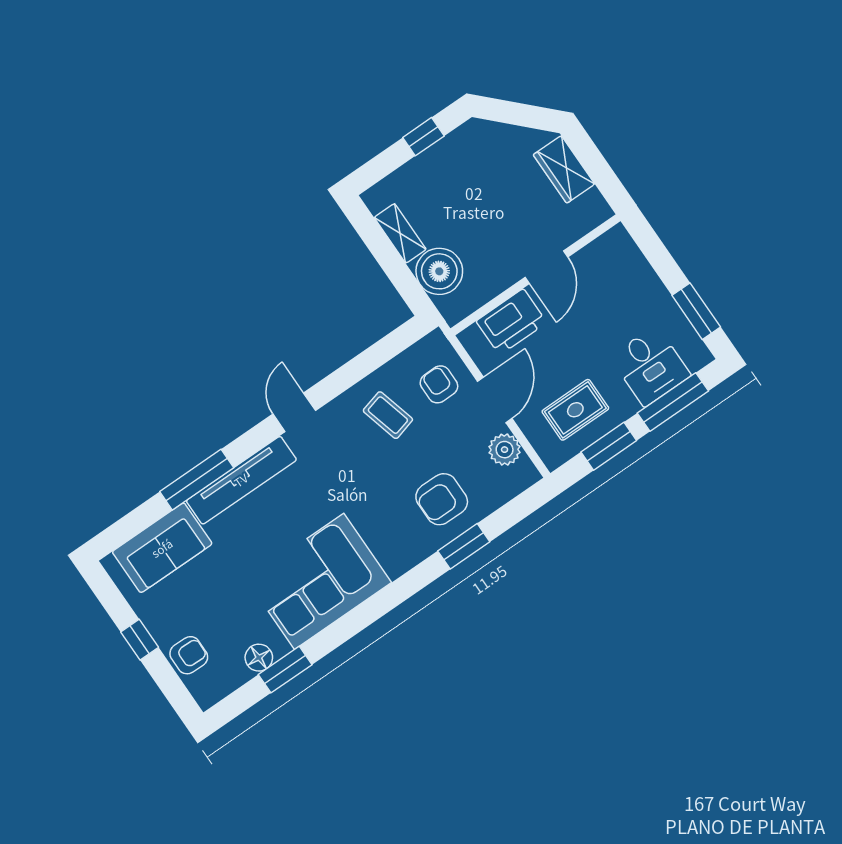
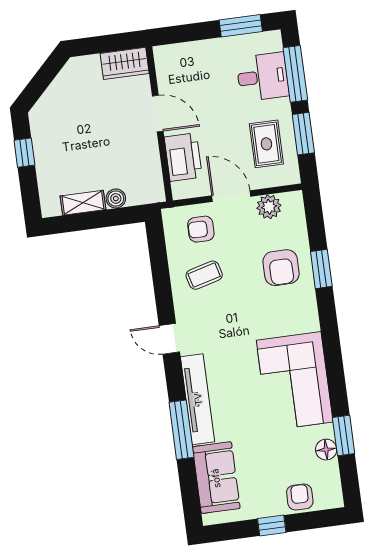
wardrobe: (564, 169) -> (125, 63), moved
boiler: (439, 271) -> (116, 198), width x0.54, depth x0.54

